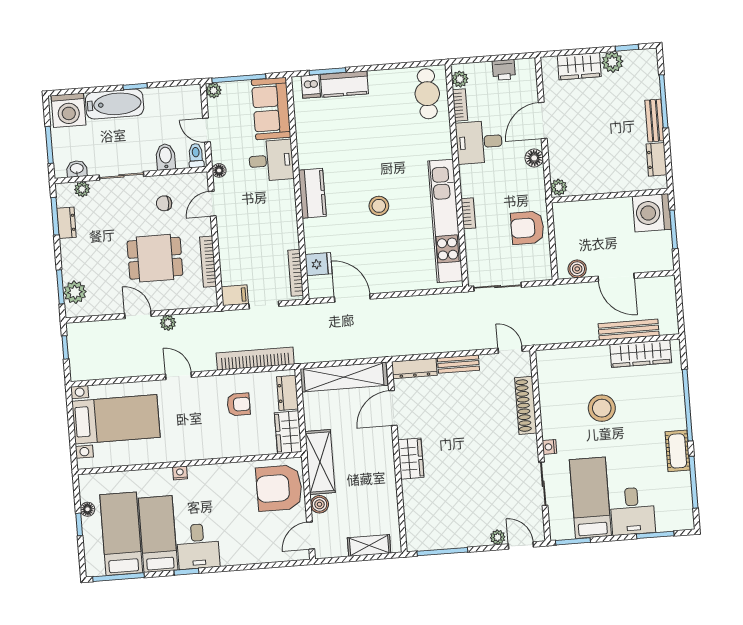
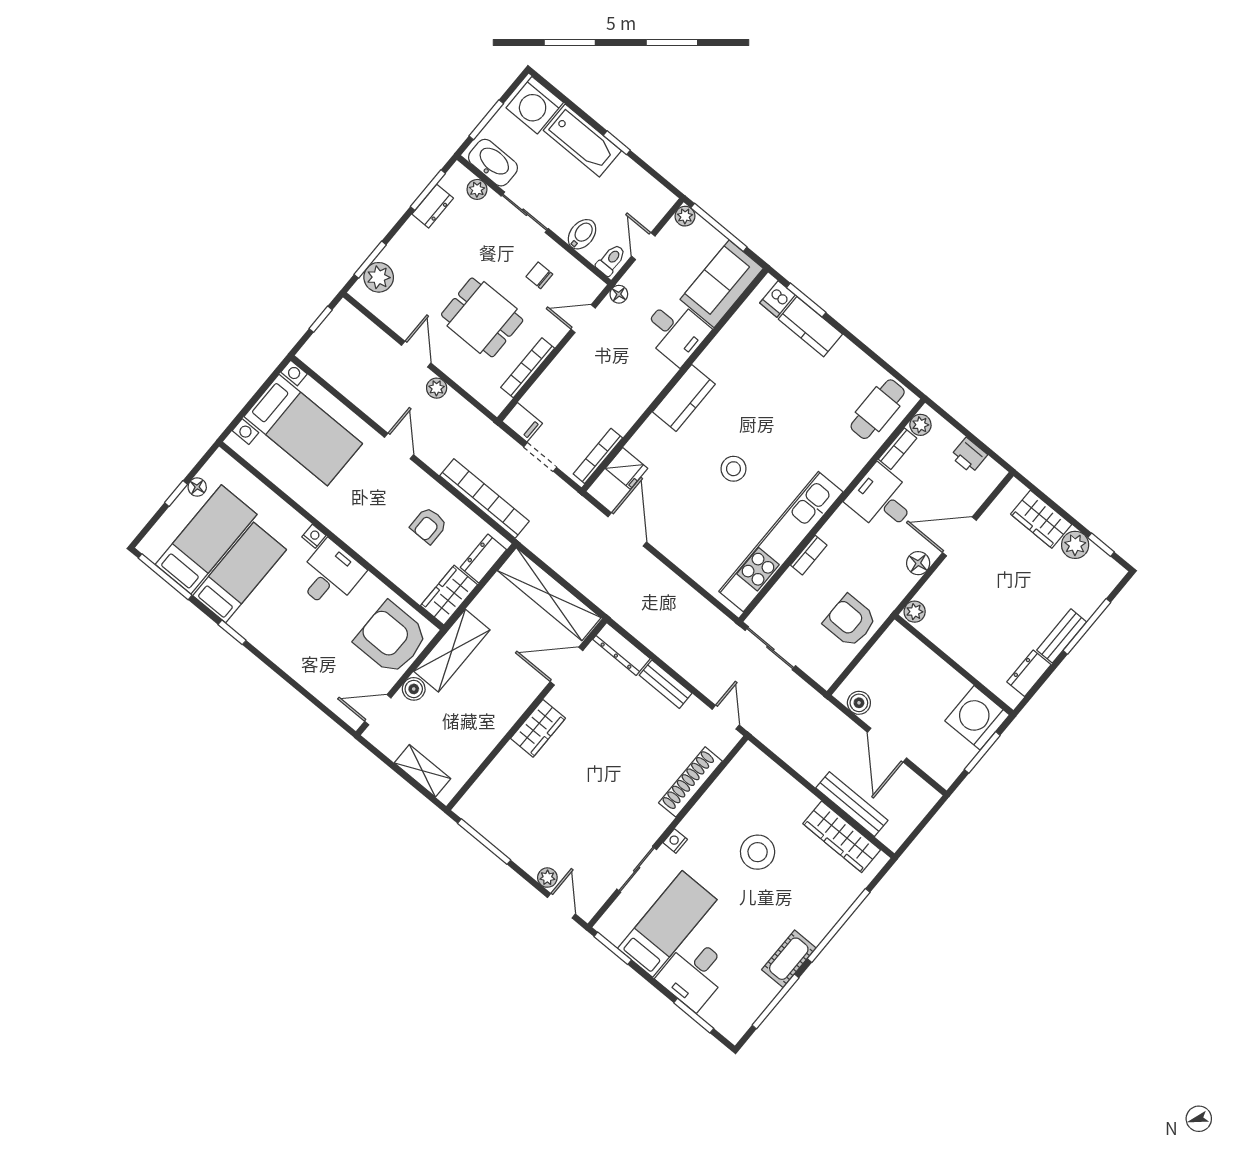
washbasin: (77, 169) -> (493, 163), width x1.91, depth x1.45
armchair: (239, 404) -> (429, 526), turned 90
desk: (198, 546) -> (330, 575), moved, turned 180

